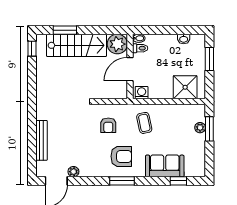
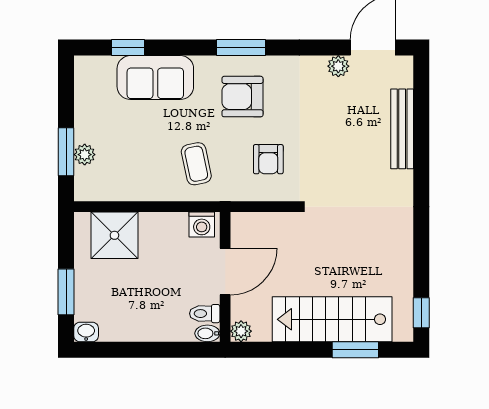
washbasin: (184, 39) -> (86, 332), moved
plant: (117, 44) -> (241, 331), width x0.53, depth x0.53
armchair: (108, 125) -> (268, 159), turned 180

